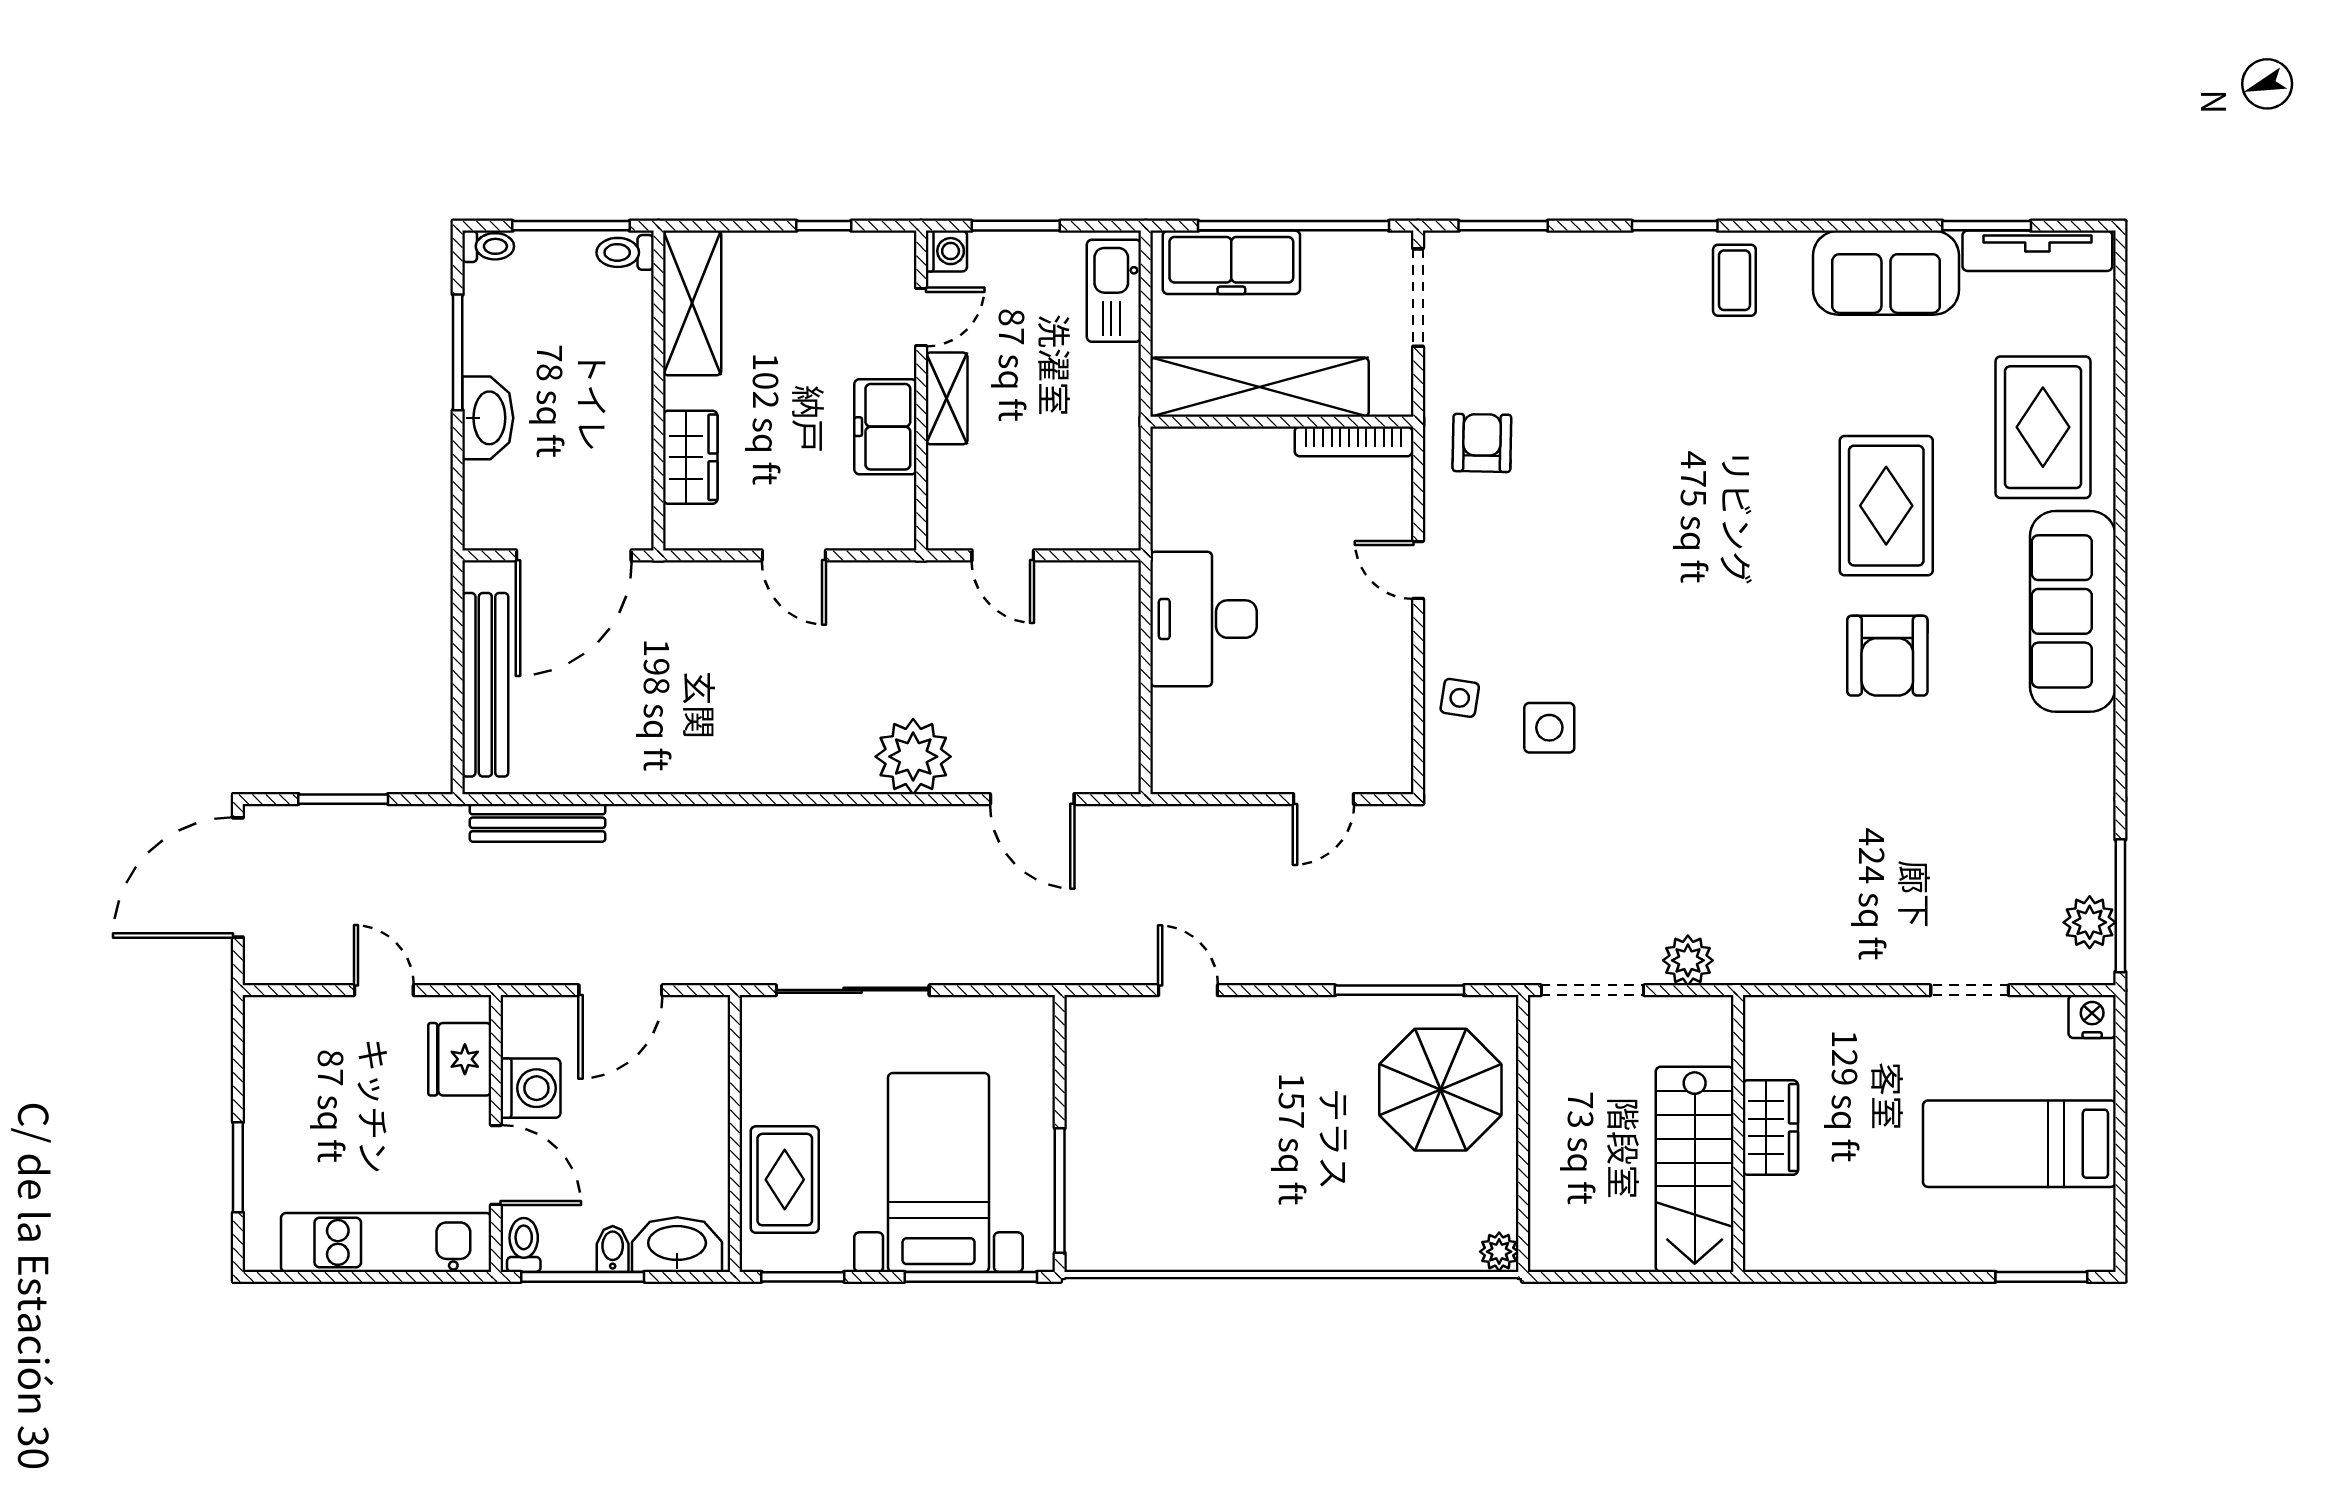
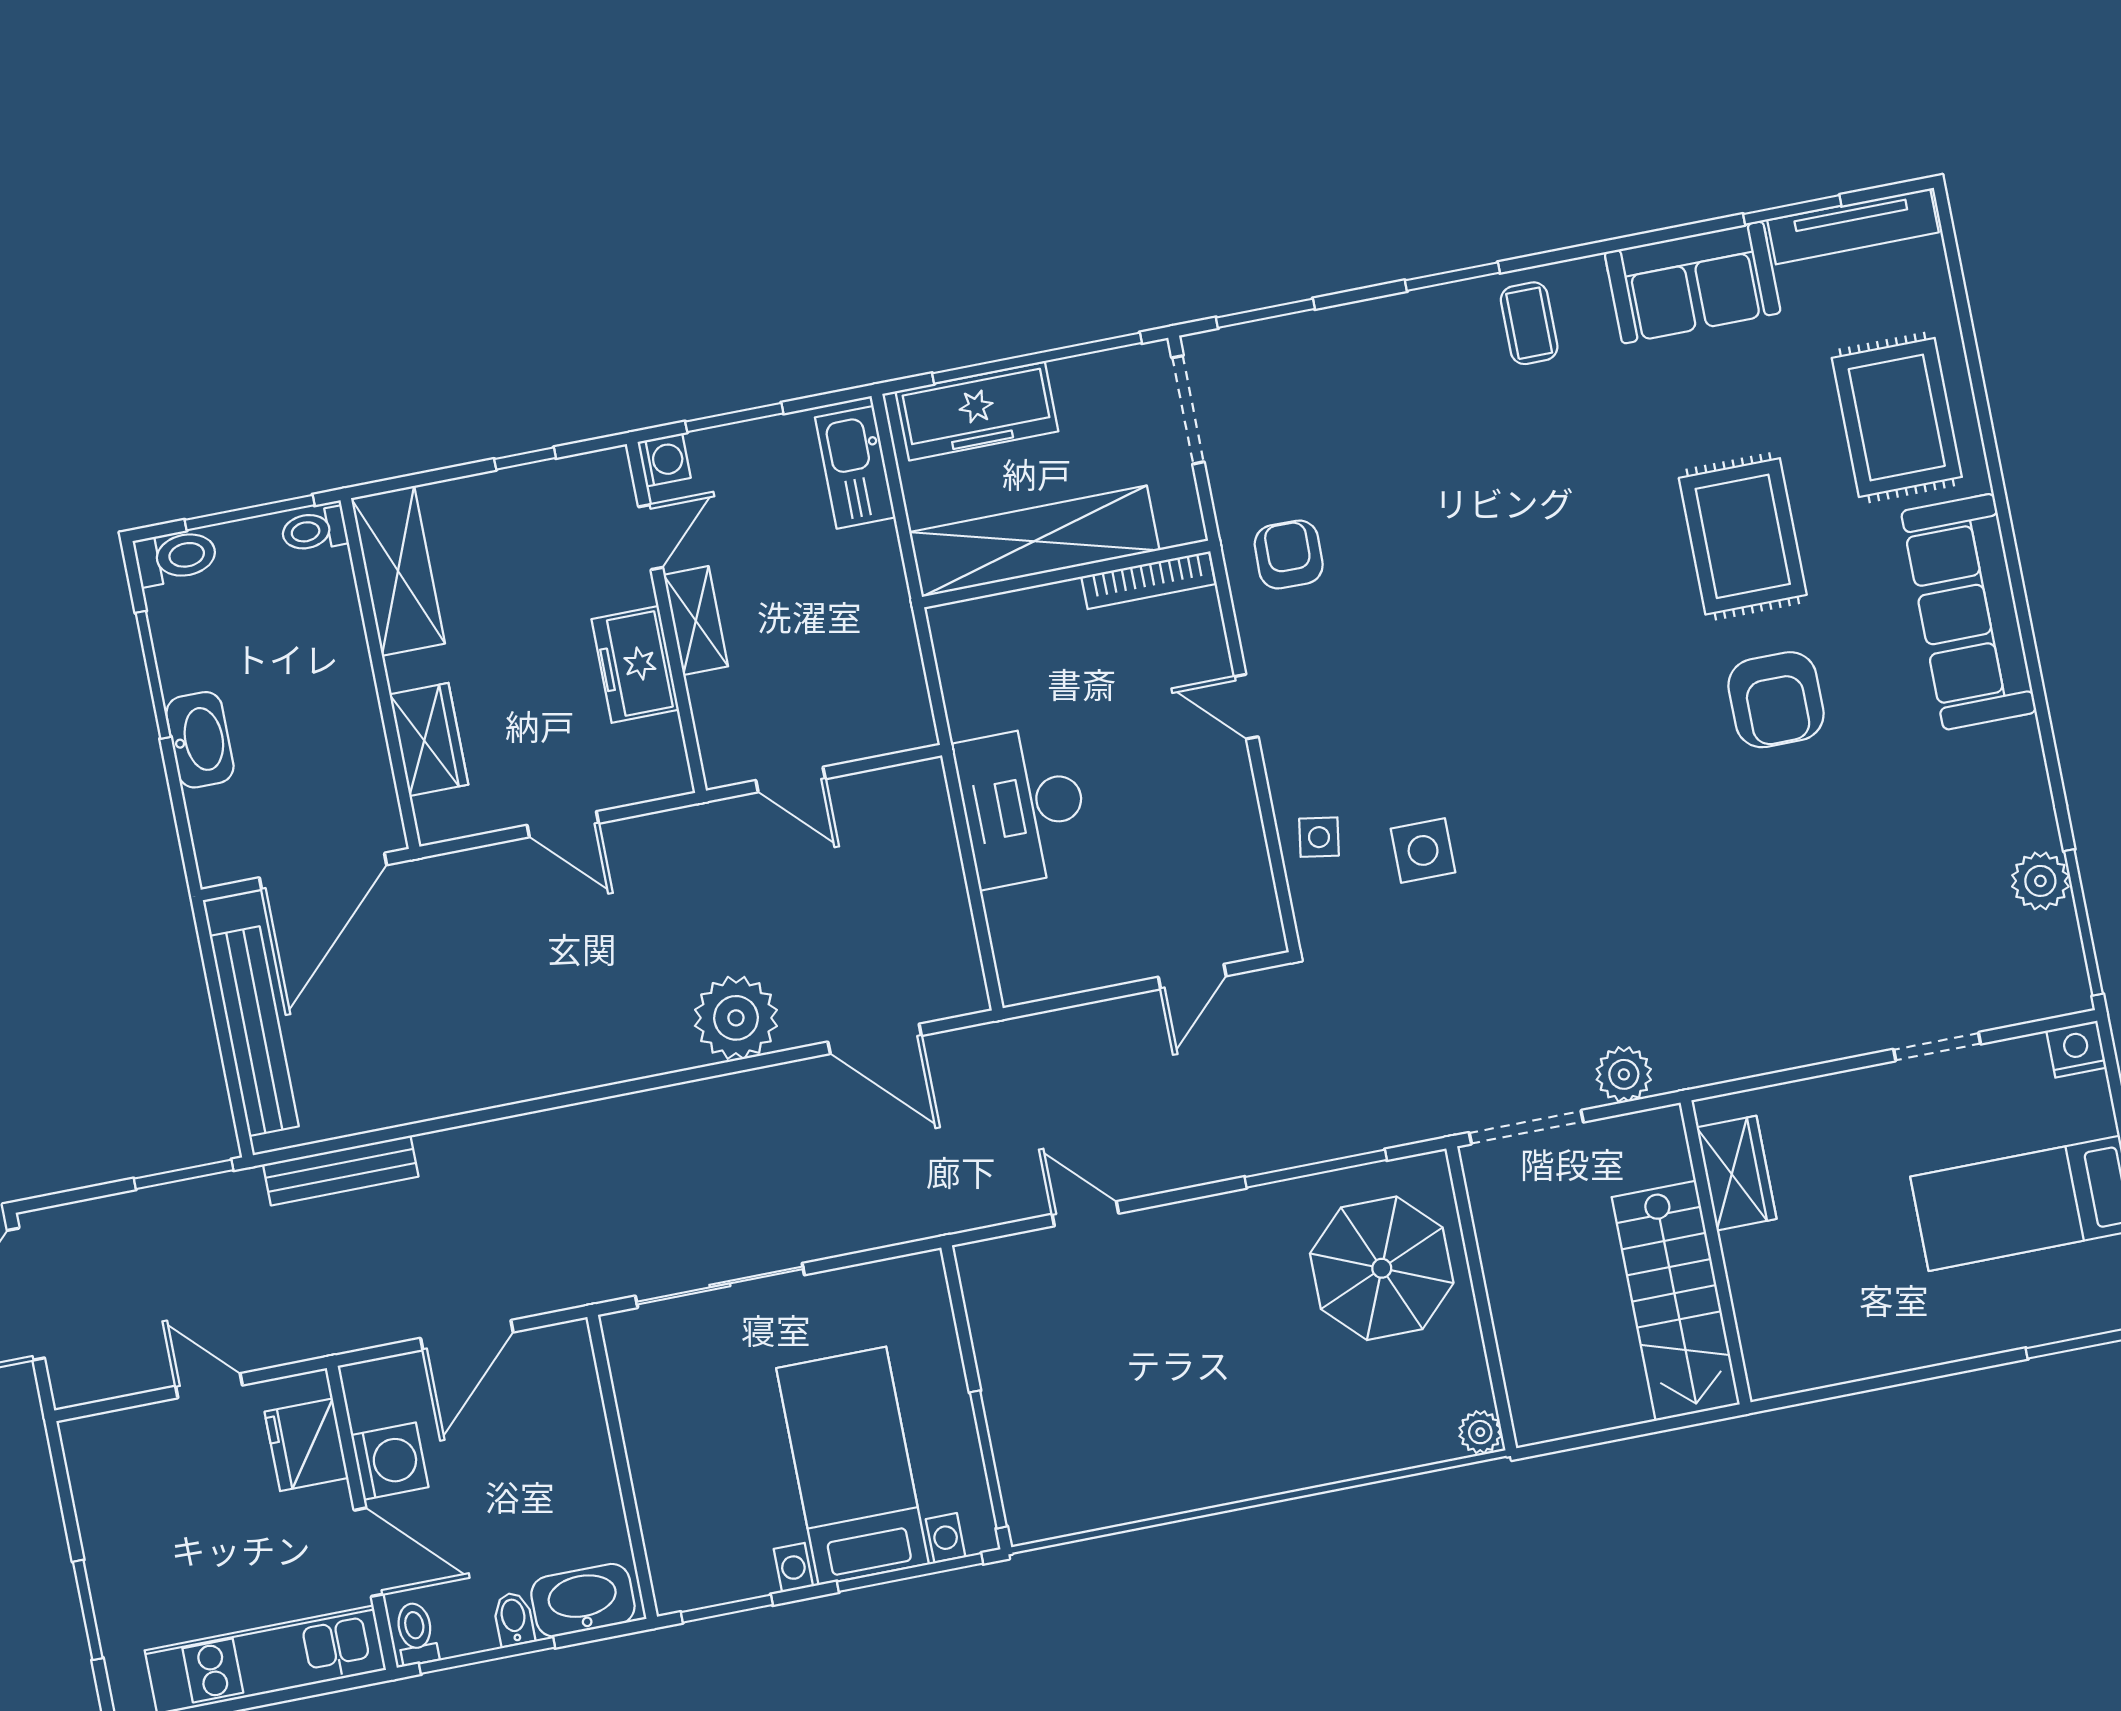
toilet: (488, 246) -> (176, 557), width x1.37, depth x1.39
window: (343, 799) -> (184, 1174), moved
plant: (2090, 922) -> (2040, 881), moved
wardrobe: (1770, 1128) -> (1737, 1173), moved
rug: (785, 1180) -> (686, 1506), removed

